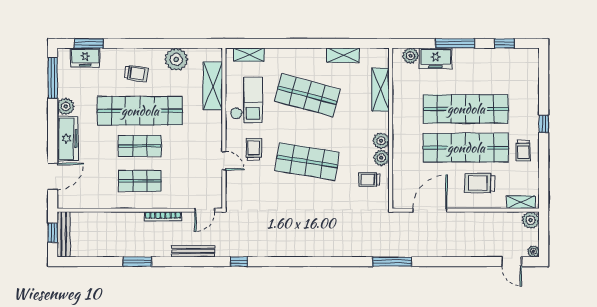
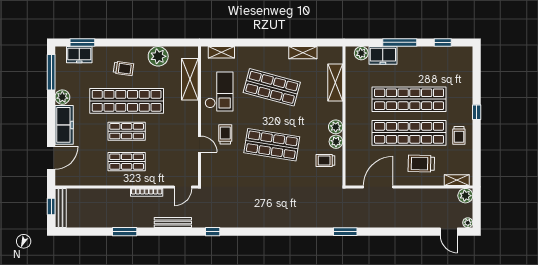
window: (392, 262) -> (345, 232), width x0.69

